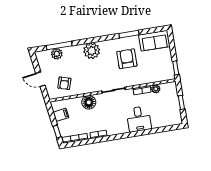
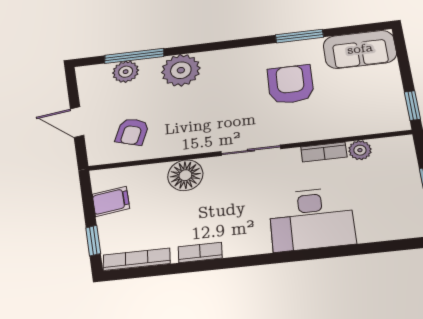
plant: (92, 51) -> (181, 70), moved
desk: (139, 119) -> (312, 219), width x1.37

